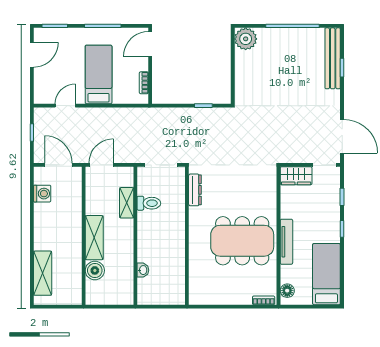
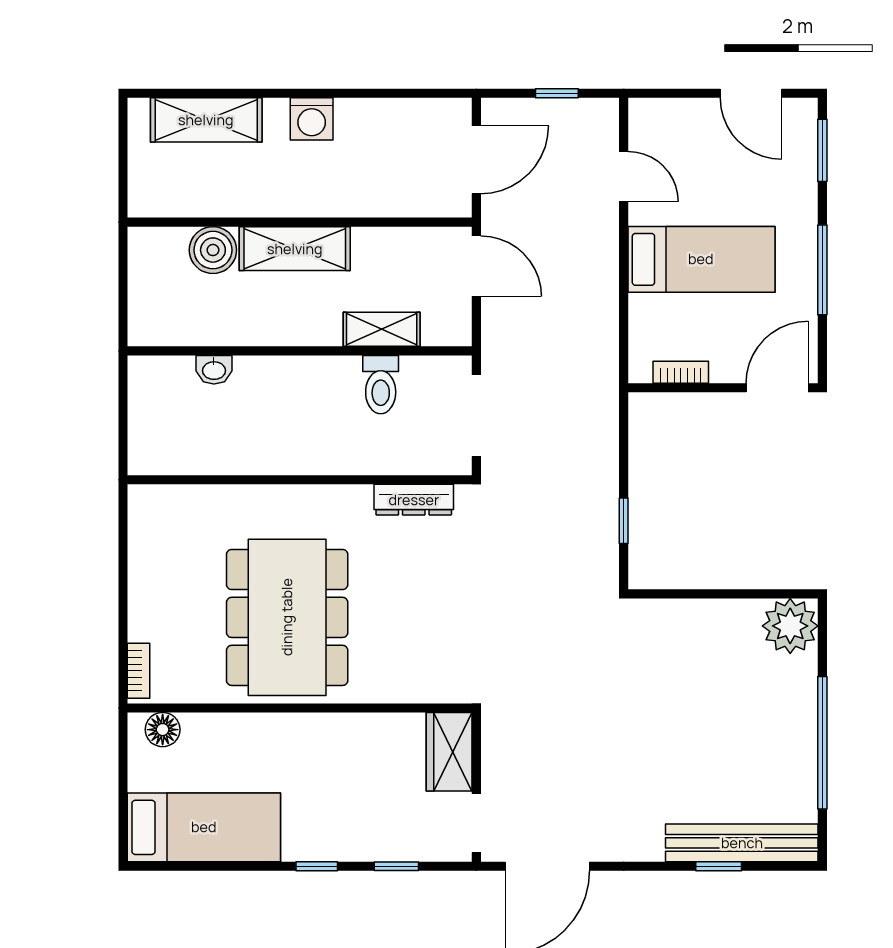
door: (150, 44) -> (777, 388), hinge flipped
washing machine: (42, 194) -> (312, 119), moved
tv unit: (286, 242) -> (285, 728), removed

